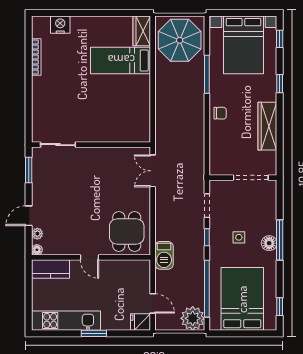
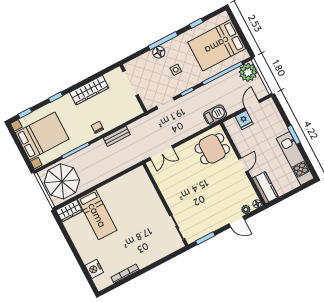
bench: (198, 130) -> (117, 136), added
floor lamp: (269, 243) -> (159, 52), moved
window: (280, 307) -> (196, 23), moved
fridge: (140, 322) -> (244, 120), moved

